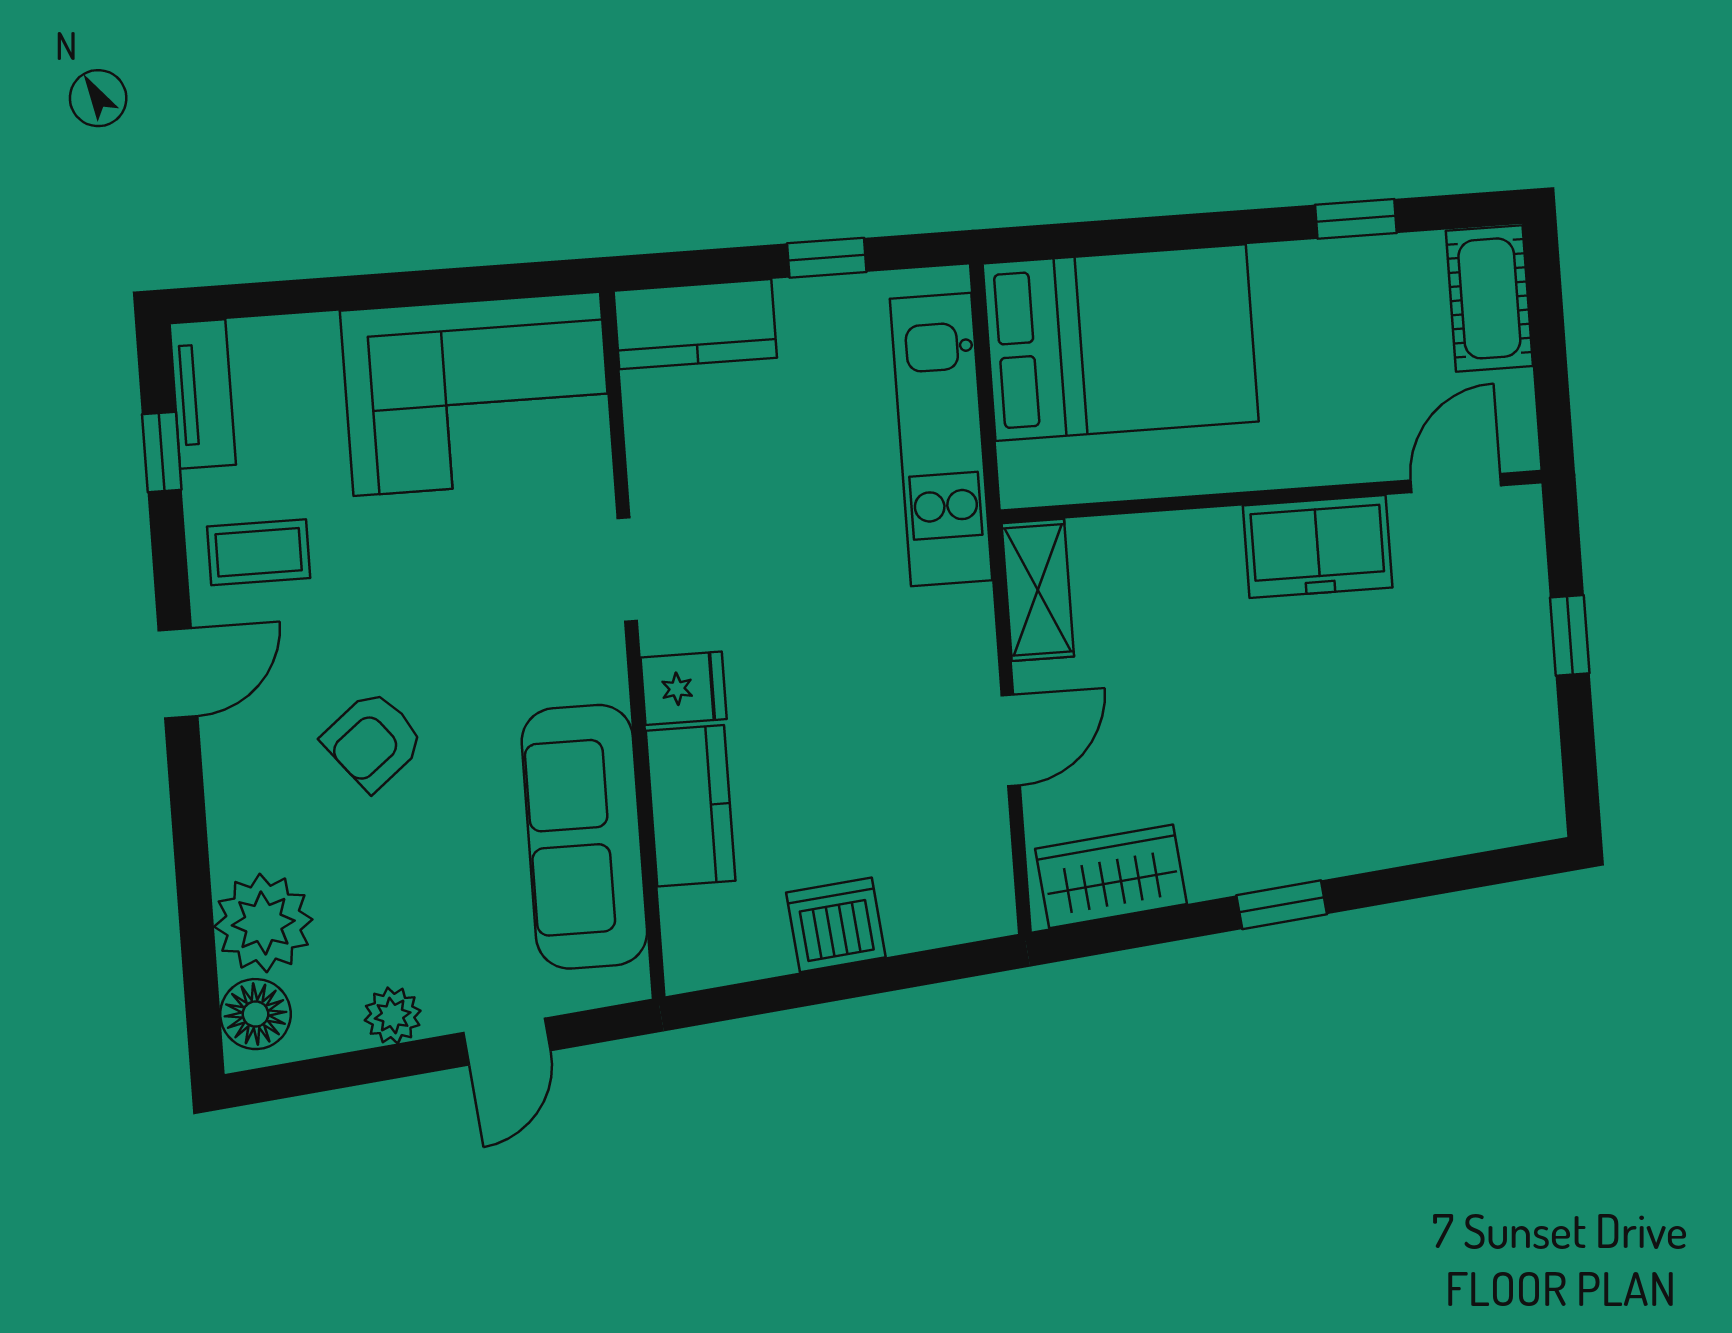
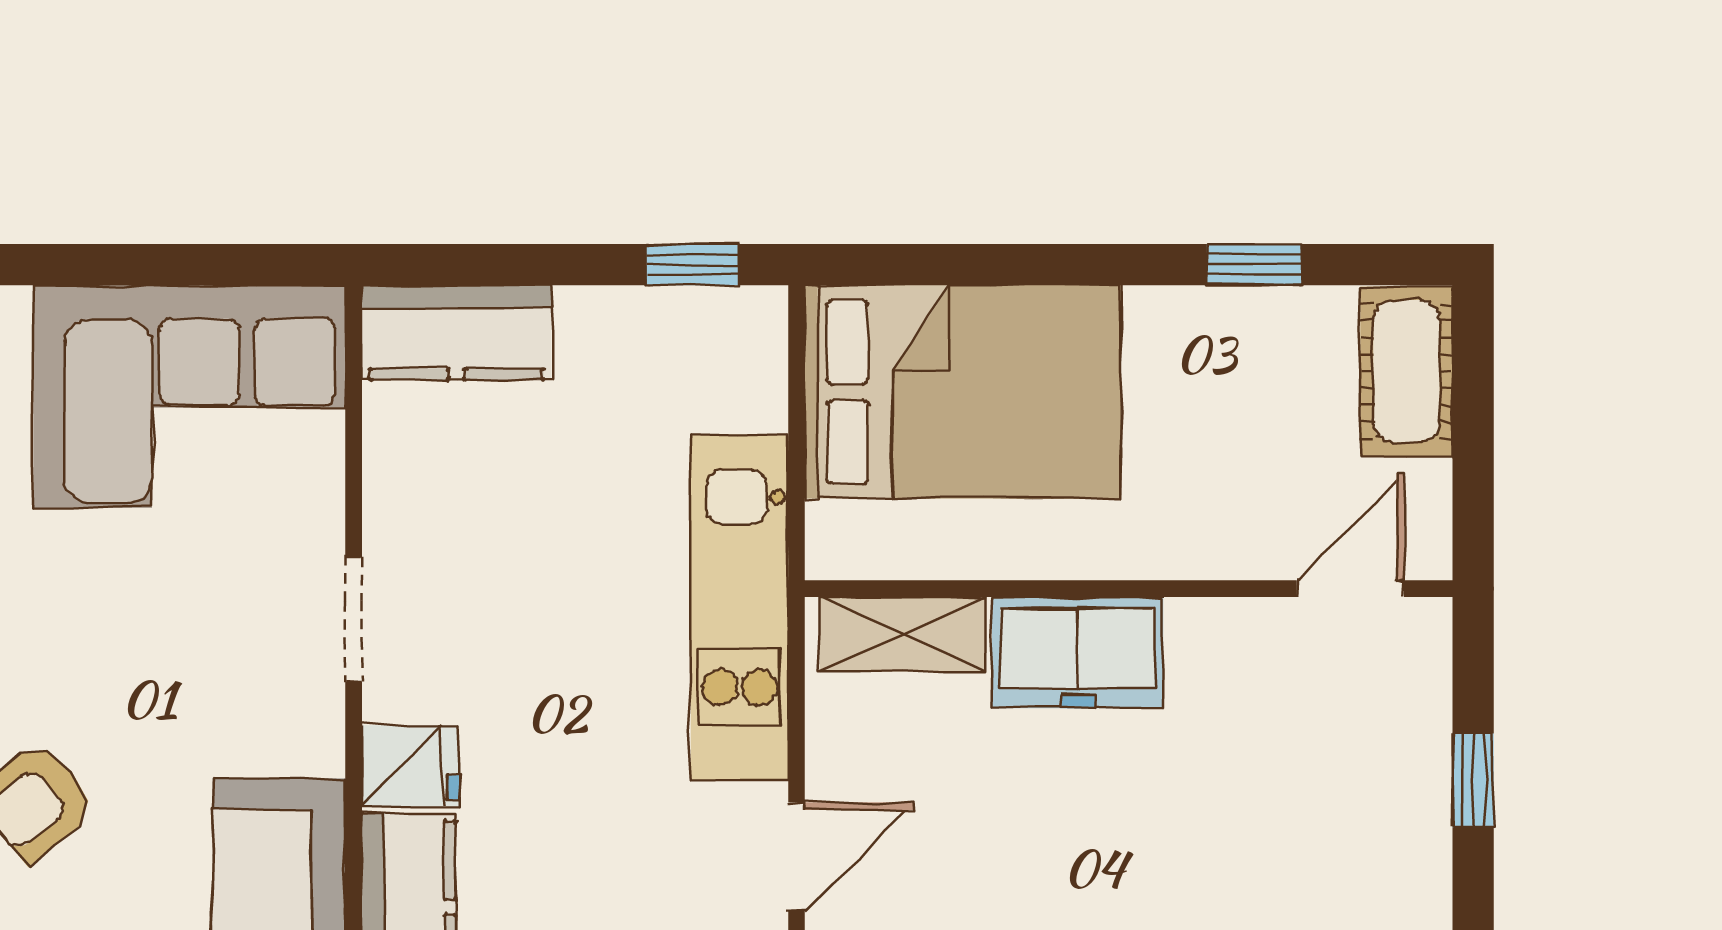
window: (827, 258) -> (693, 265), moved
kitchen unit: (941, 440) -> (740, 608), moved
freezer: (1318, 547) -> (1077, 652), moved
shelving: (1038, 590) -> (902, 634), moved, turned 90

